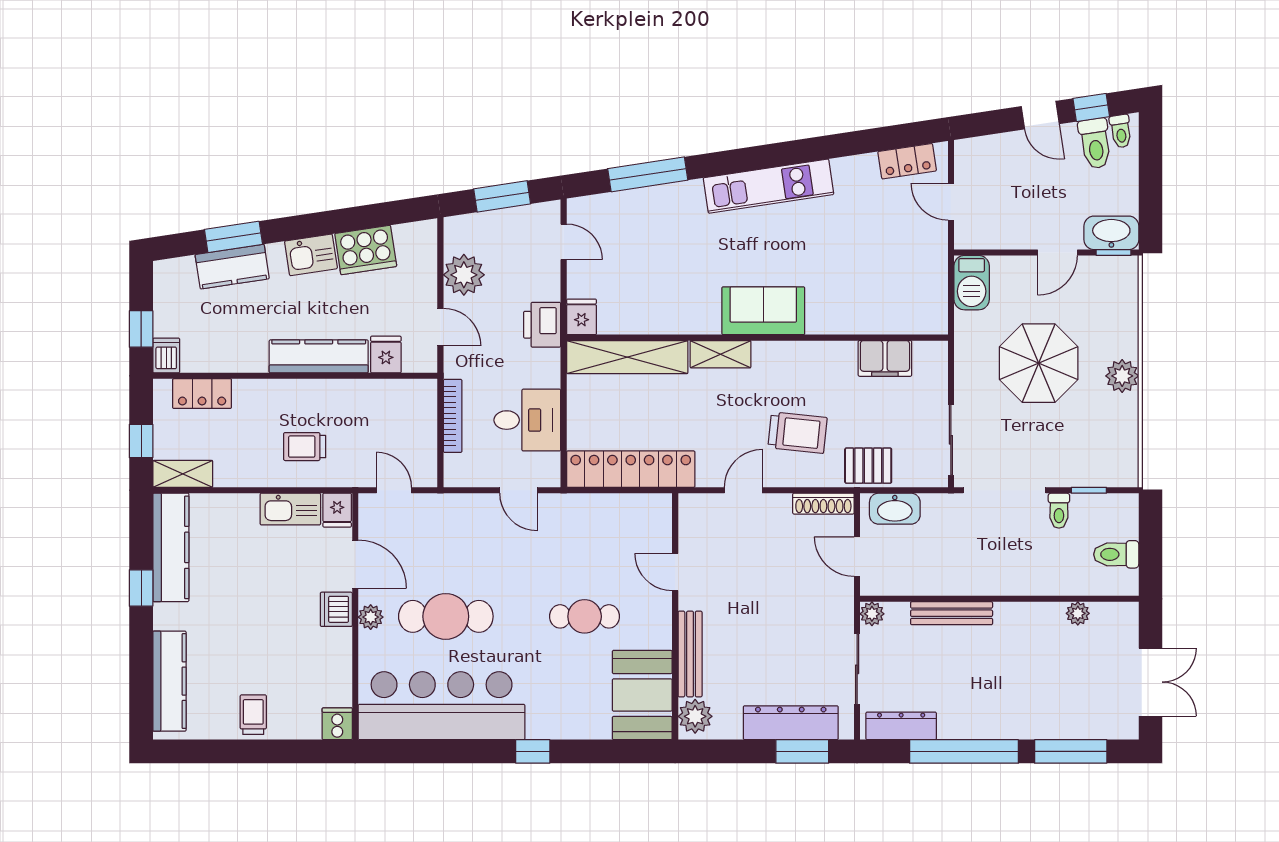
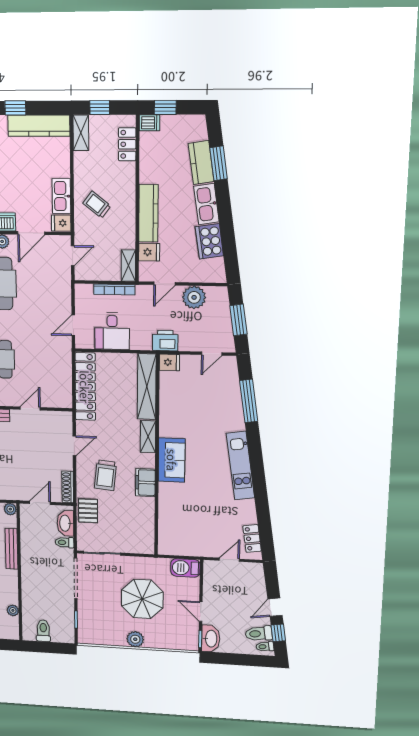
kitchen sink: (311, 255) -> (206, 204), width x1.38
filing cabinet: (885, 358) -> (145, 483), moved
shelving: (410, 391) -> (128, 266), added
trolley: (305, 447) -> (97, 205), turned -52
door: (743, 490) -> (74, 446), hinge flipped
toilet: (1059, 511) -> (65, 542), moved

